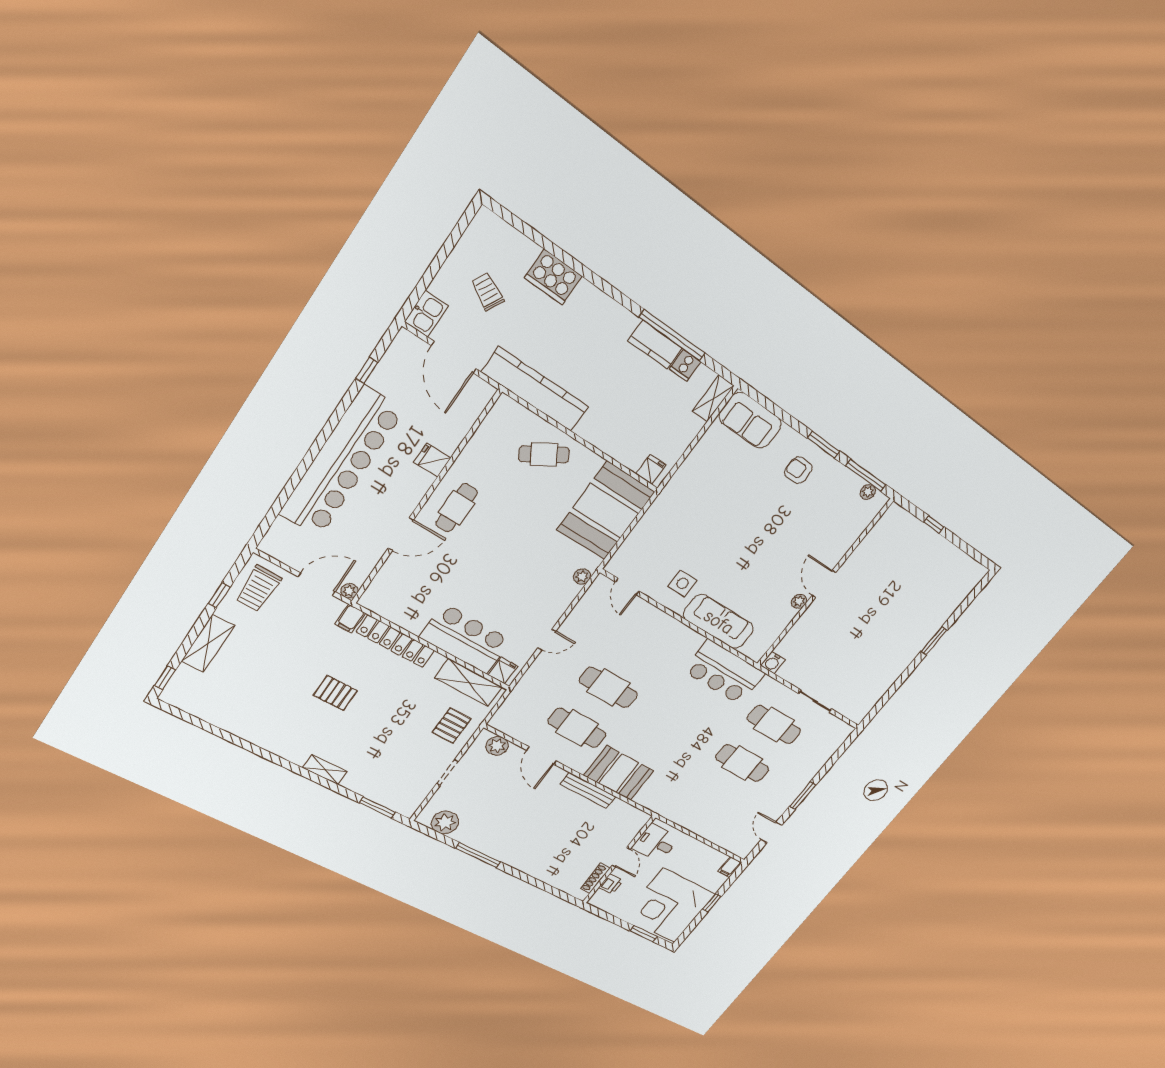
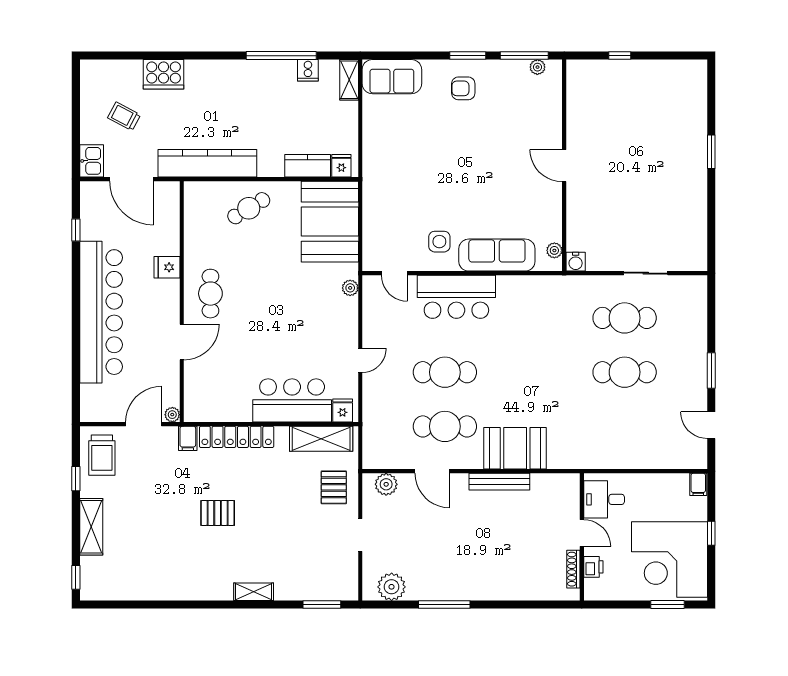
kitchen counter: (655, 345) -> (308, 166), moved, turned 180
plant: (799, 601) -> (554, 250), moved
bar counter: (724, 672) -> (456, 297), moved

